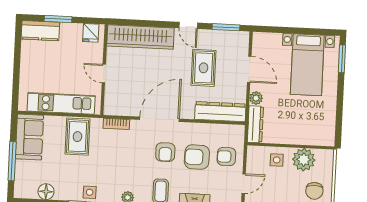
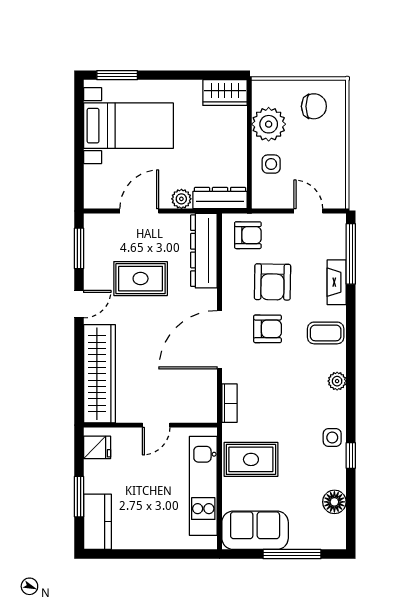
door: (160, 119) -> (219, 340), hinge flipped
wardrobe: (327, 131) -> (225, 93), added
armchair: (226, 157) -> (248, 235), moved, turned -90

